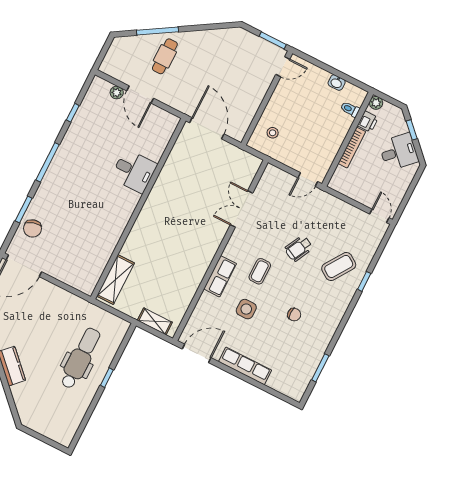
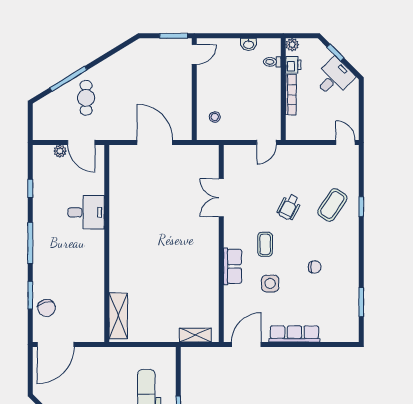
desk: (134, 171) -> (86, 212), moved
wall: (138, 209) -> (107, 243), moved
shelving: (116, 280) -> (118, 316), moved

